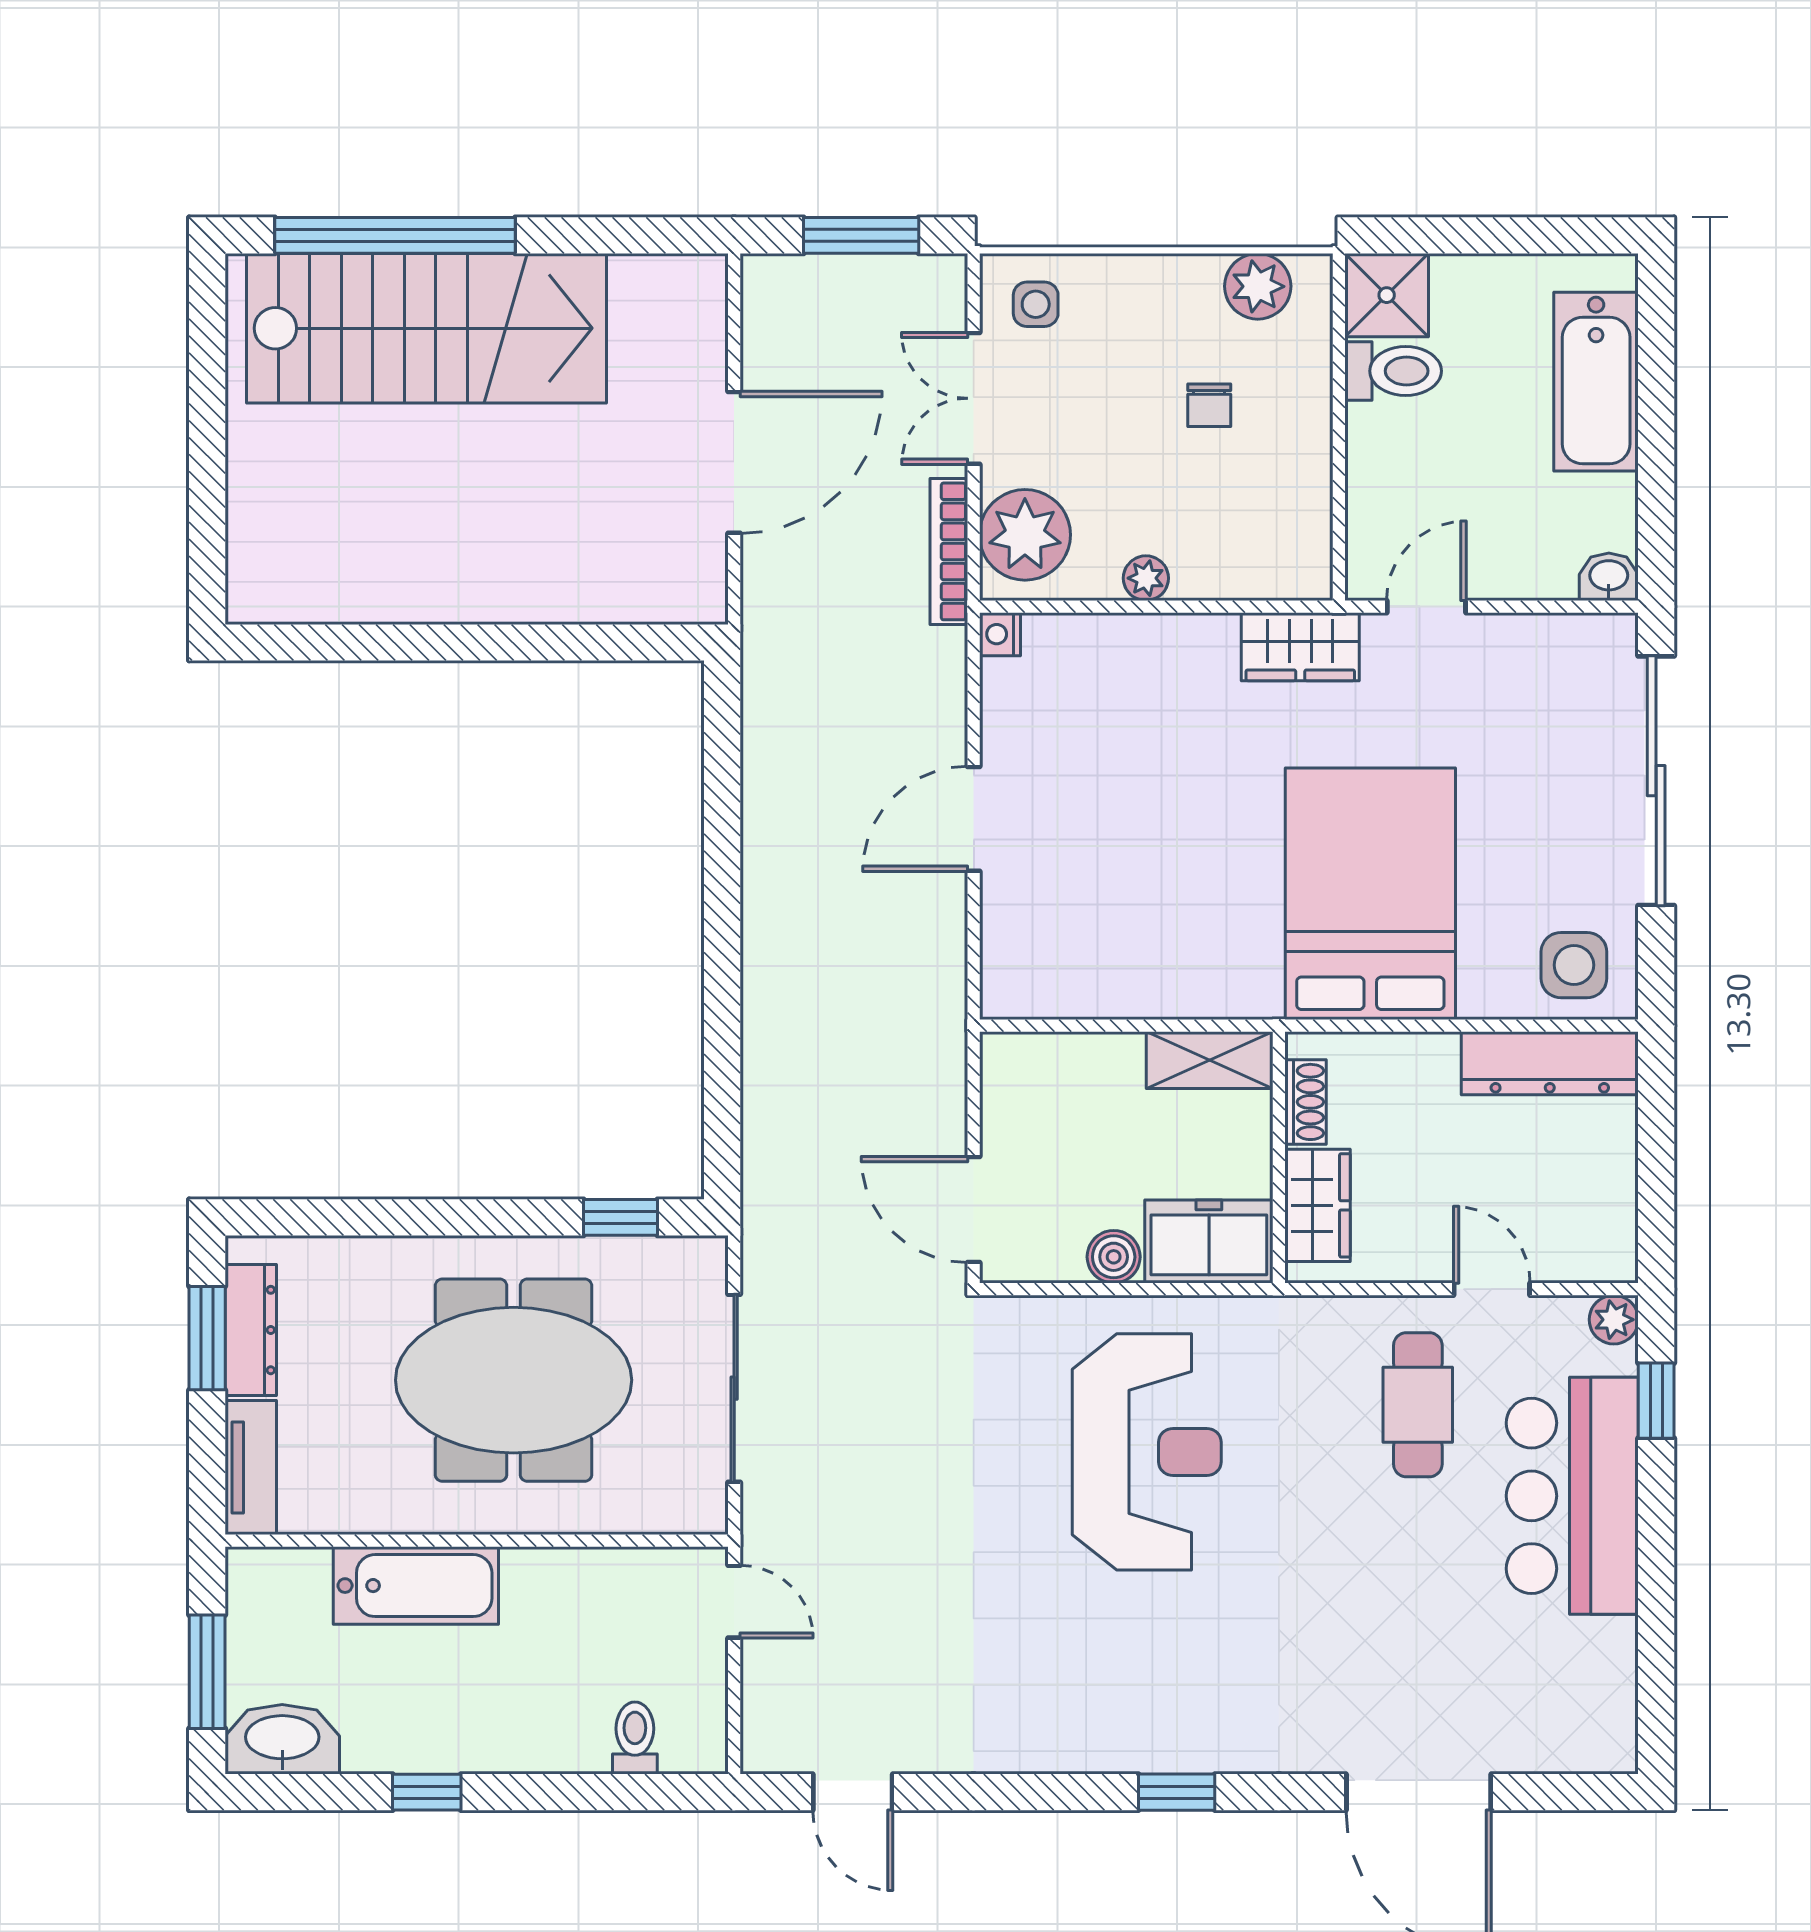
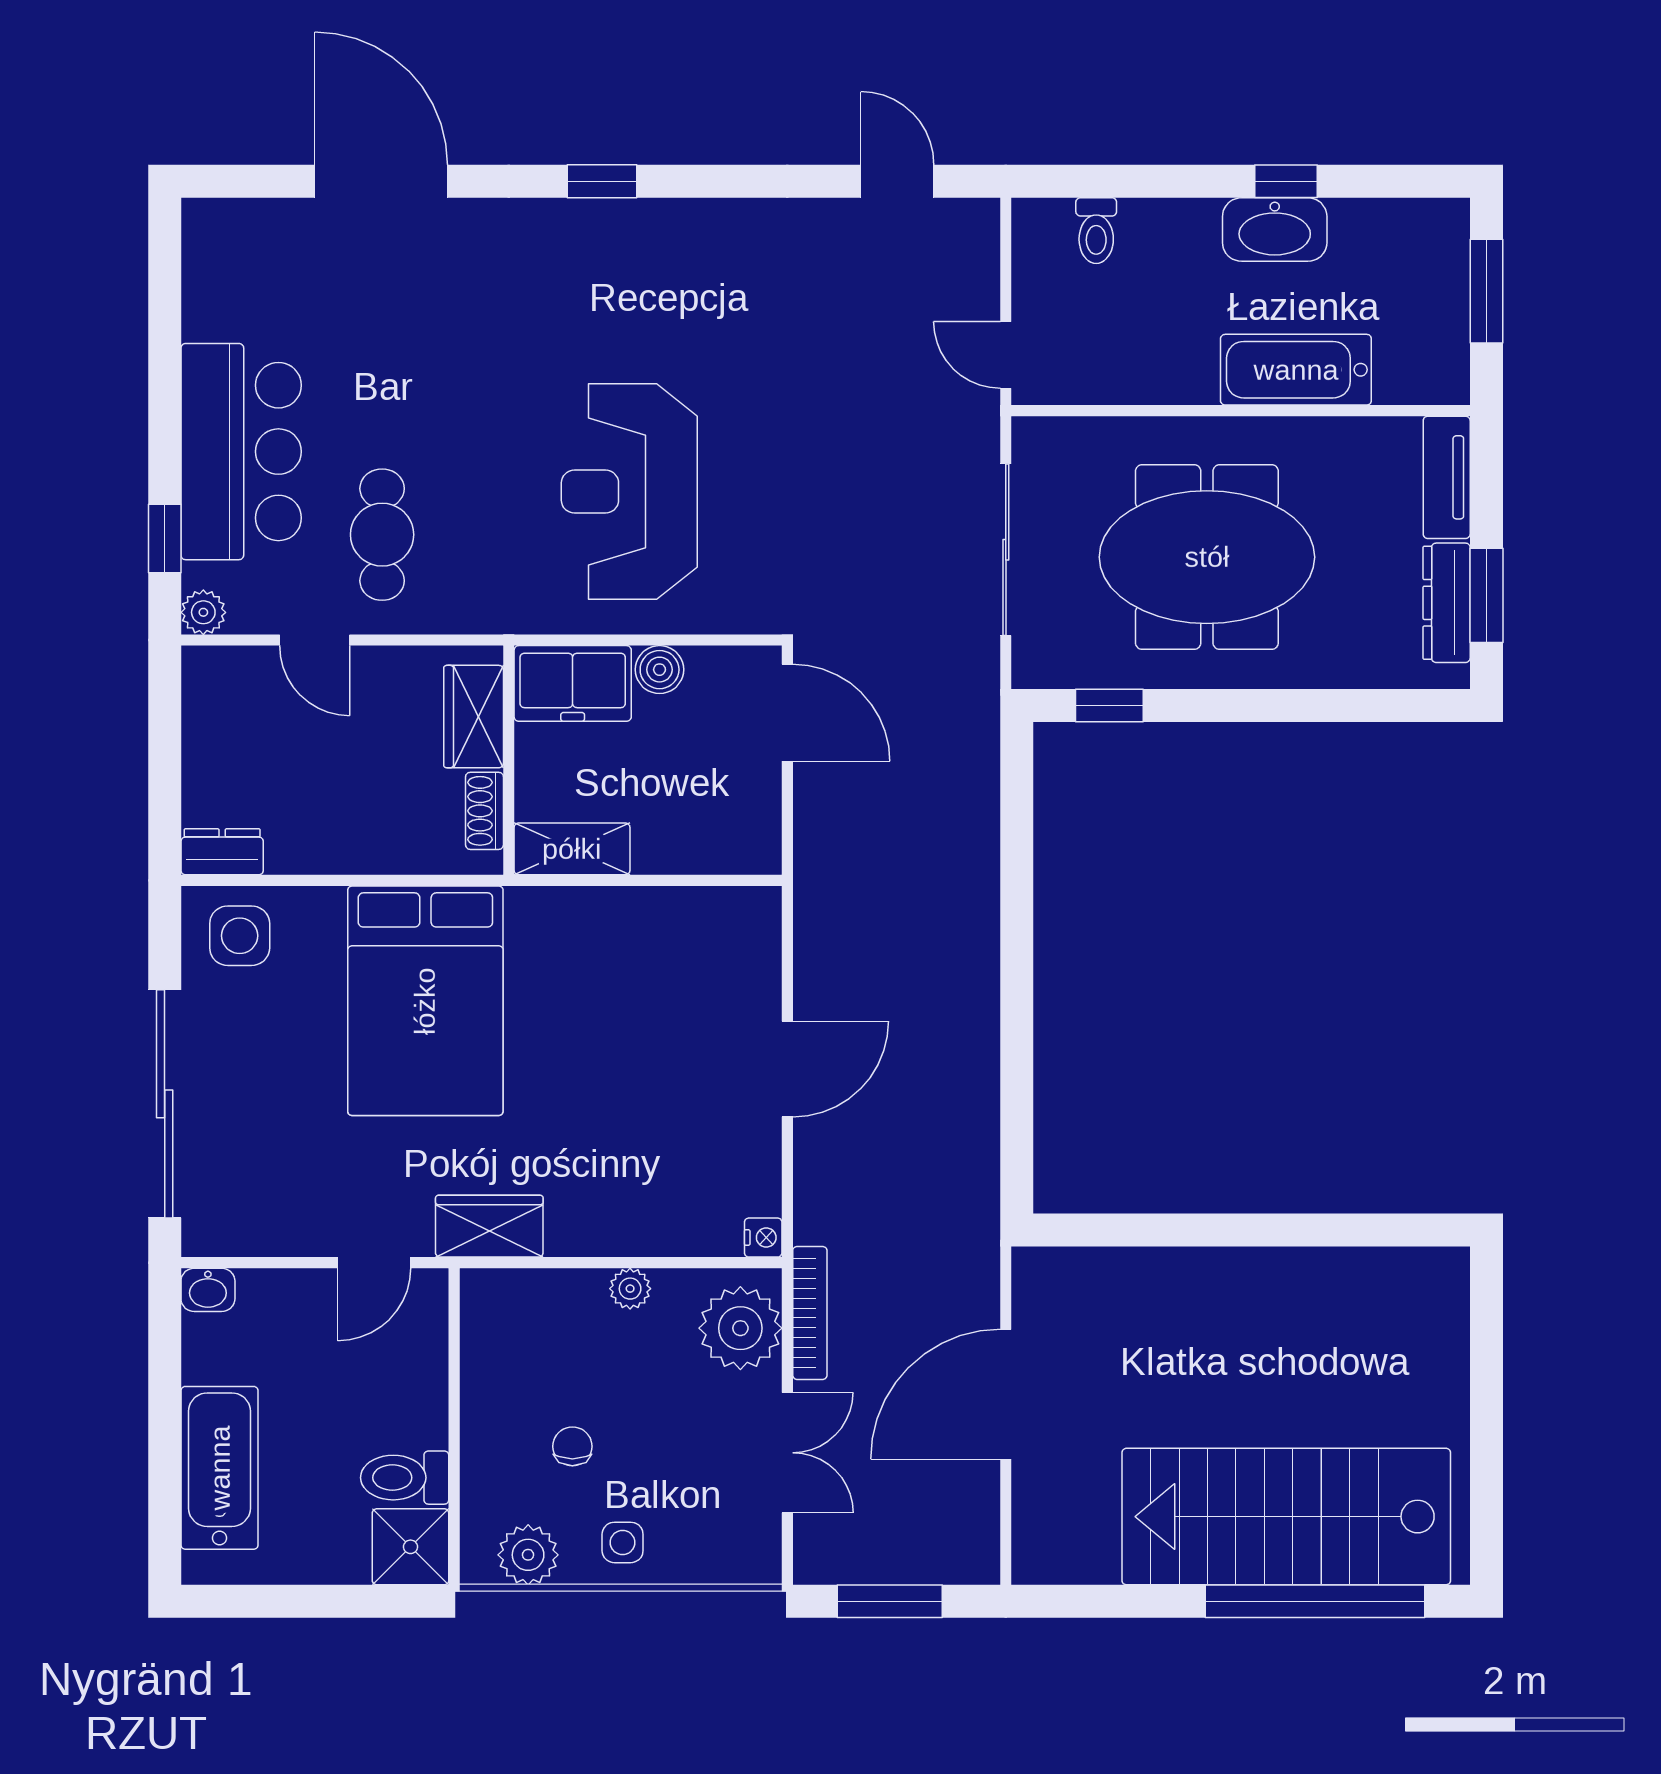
side table: (1036, 304) -> (623, 1542), moved
dresser: (1550, 1063) -> (222, 852), width x0.51, depth x0.80
washbasin: (282, 1739) -> (1275, 230), moved

